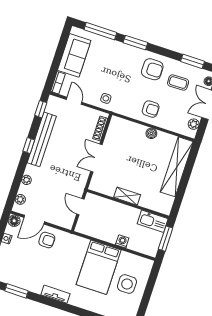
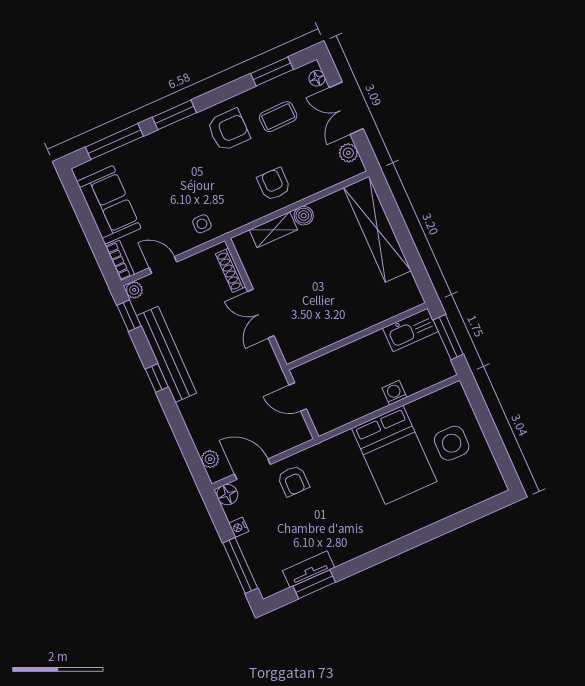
armchair: (151, 109) -> (274, 184), turned -90
plant: (26, 180) -> (134, 290), moved
shelving: (127, 196) -> (273, 230), moved
door: (34, 220) -> (252, 469), swing flipped
armchair: (47, 240) -> (293, 481), turned 90
tv unit: (56, 294) -> (309, 569), moved

